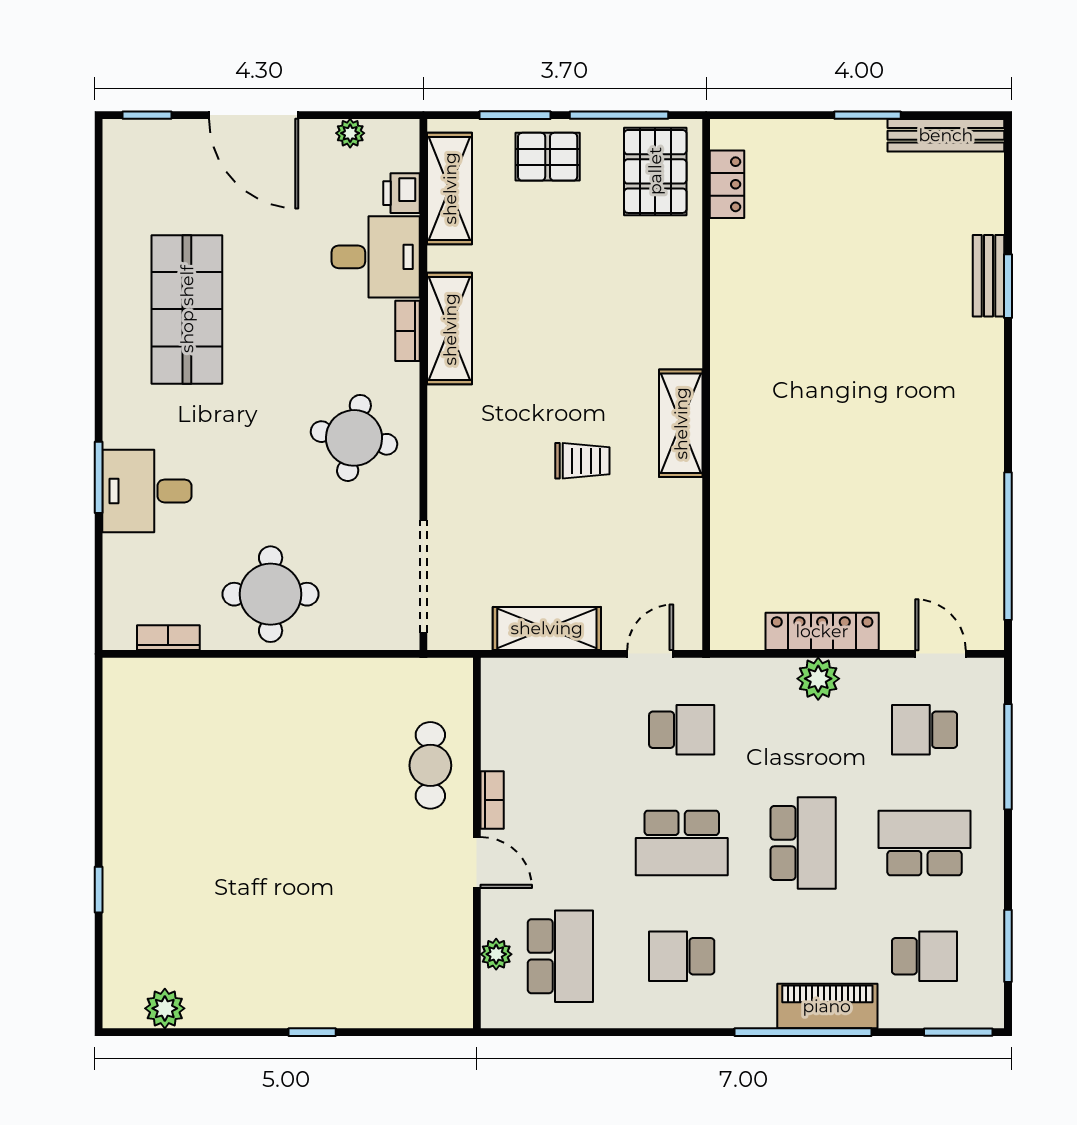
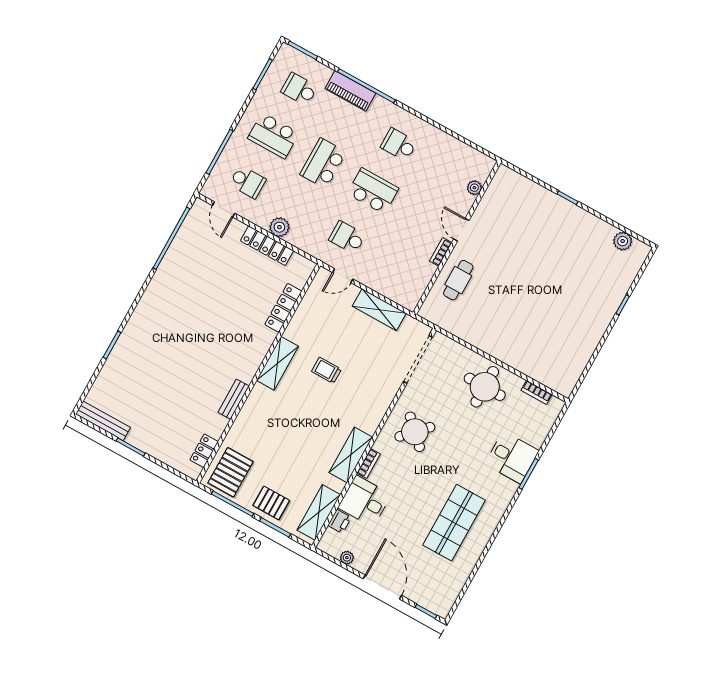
bench: (989, 276) -> (234, 399), moved
round table: (354, 438) -> (415, 432), turned 33
locker: (727, 532) -> (283, 308), added
school desk: (560, 956) -> (449, 172), removed
school desk: (682, 956) -> (399, 145), turned 180

